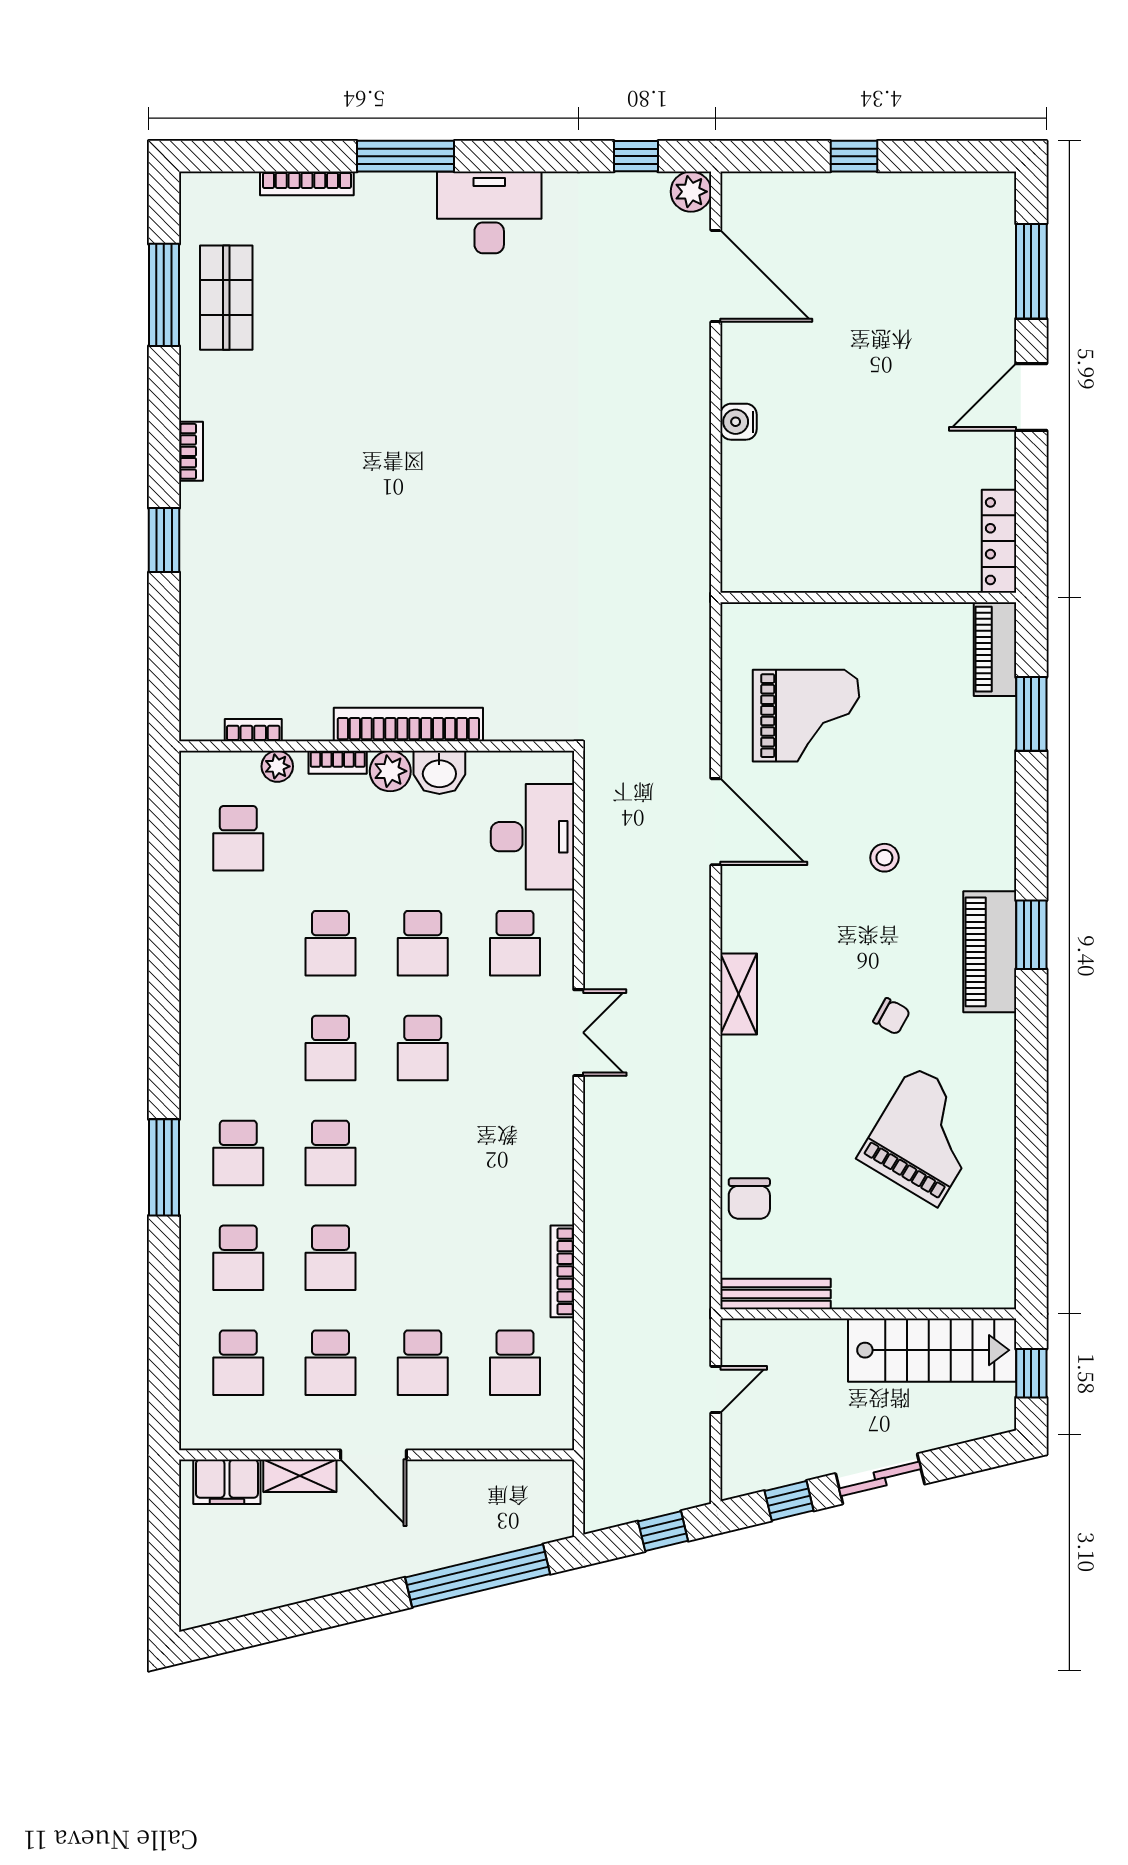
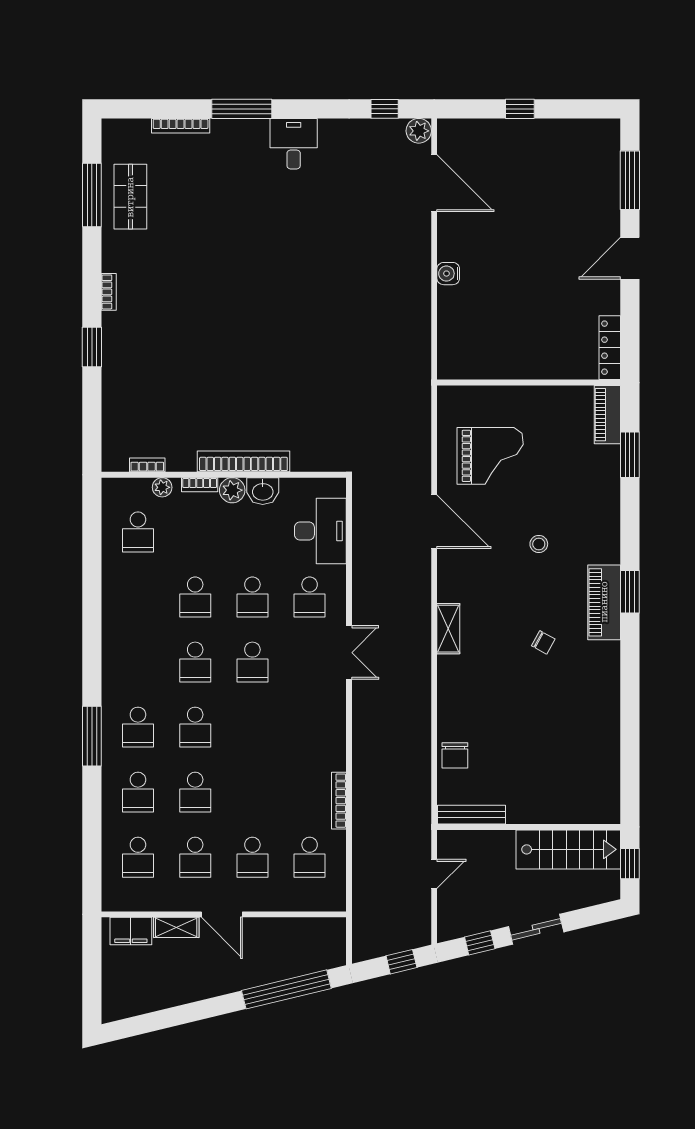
desk: (489, 212) -> (294, 144), width x0.73
grand piano: (925, 1136) -> (564, 717), removed

